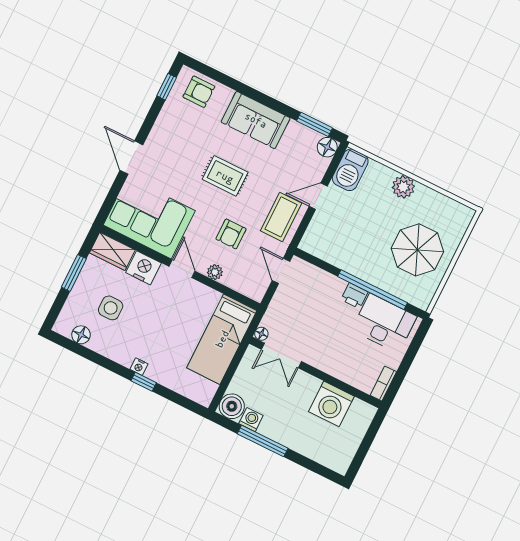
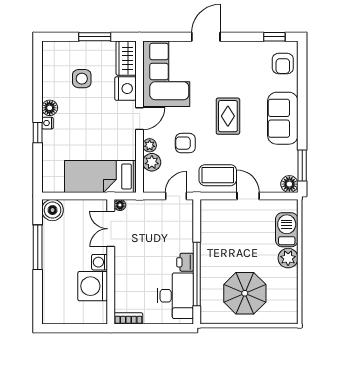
barbecue: (350, 170) -> (287, 230), moved, turned 90
plant: (234, 279) -> (152, 162), added
floor lamp: (81, 335) -> (50, 108), moved
washing machine: (251, 420) -> (100, 262), moved, turned 180

